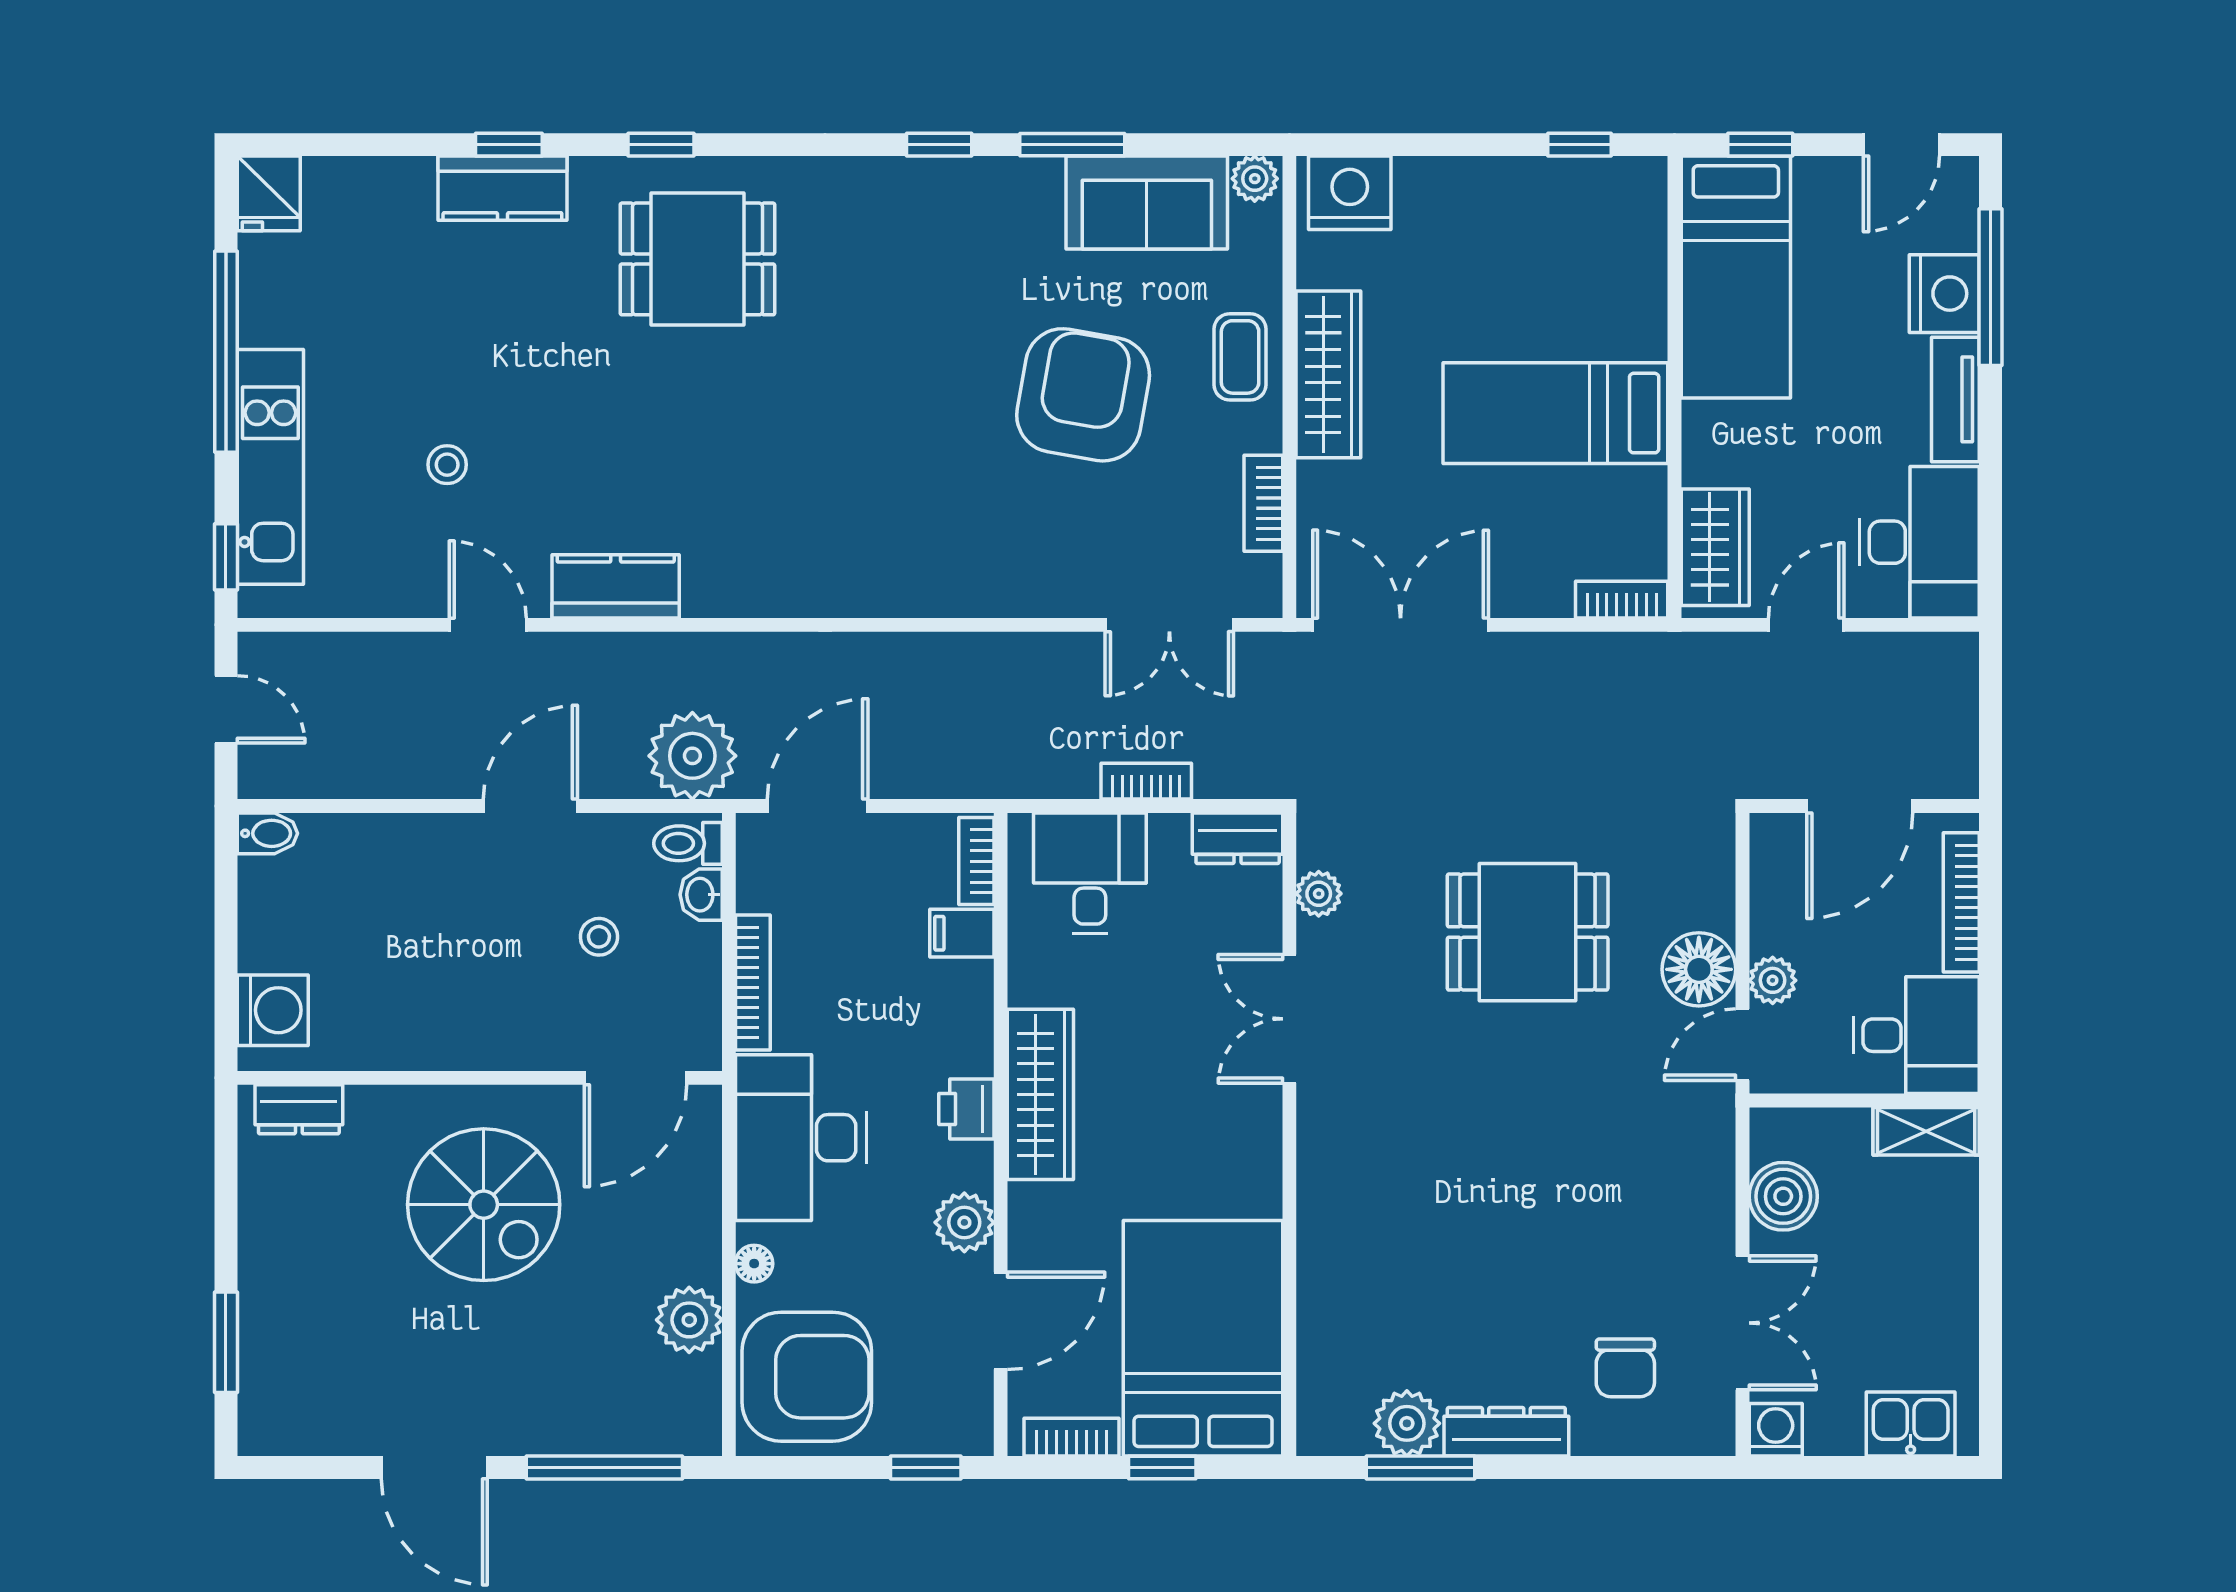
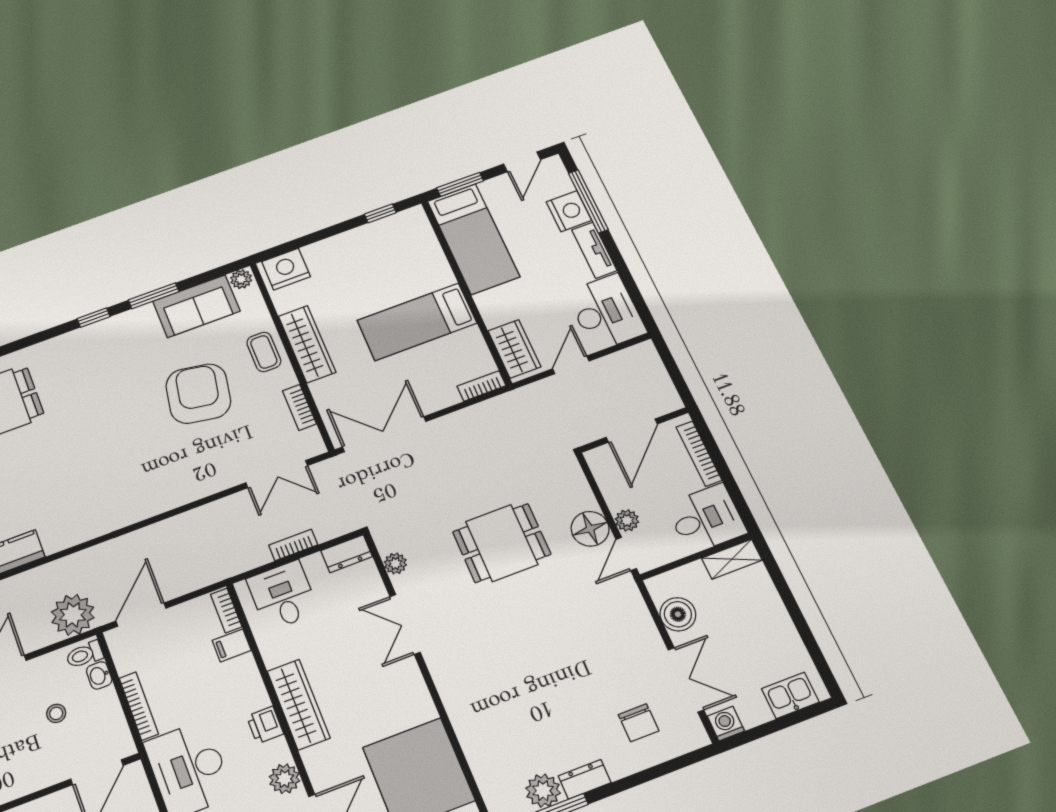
window: (1760, 145) -> (460, 184), width x1.50
dresser: (1506, 1432) -> (585, 779), width x0.70

